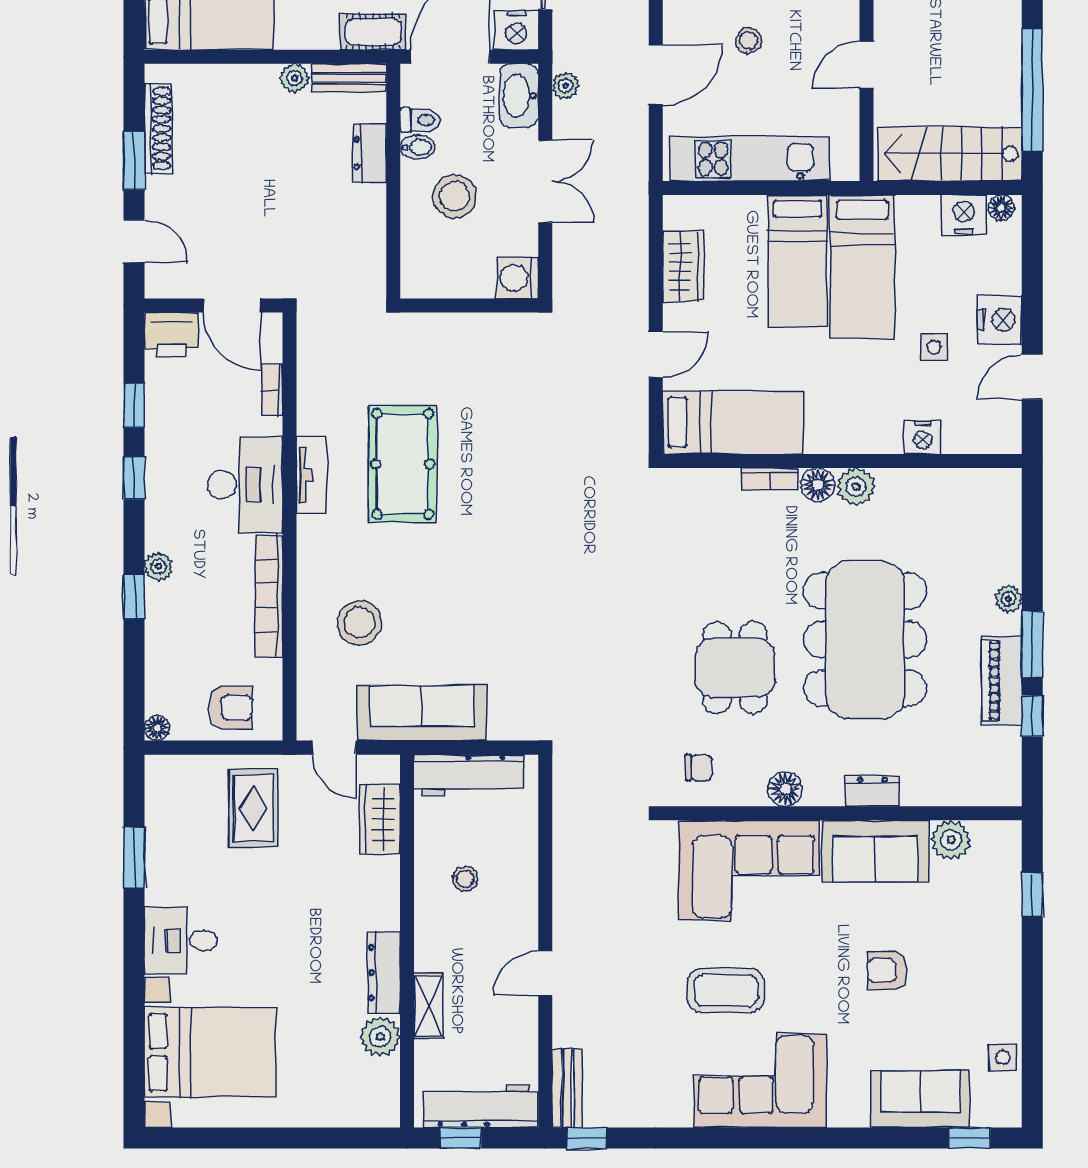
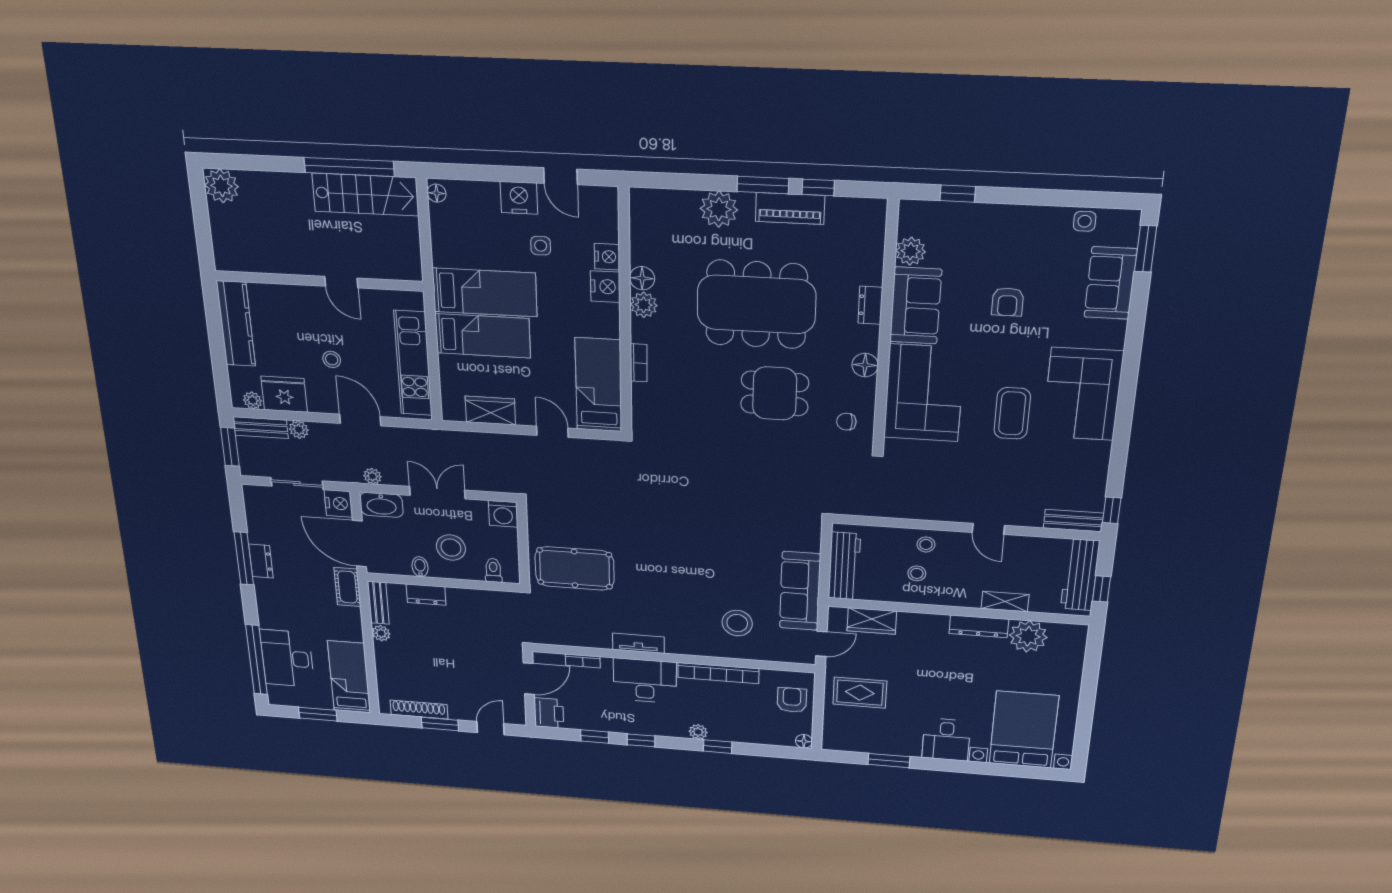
toilet: (420, 120) -> (493, 570), moved
stairs: (950, 154) -> (365, 194), moved, turned -90
nightstand: (964, 215) -> (605, 287), moved, turned 180
pool table: (403, 464) -> (575, 568), moved
floor lamp: (818, 485) -> (642, 278), moved
plant: (1008, 599) -> (719, 209), width x1.87, depth x1.87
chair: (699, 768) -> (846, 422), turned -90
stool: (513, 889) -> (926, 544), added
plant: (380, 1037) -> (1028, 636), width x1.36, depth x1.36
window: (969, 1138) -> (1146, 249), width x1.50

